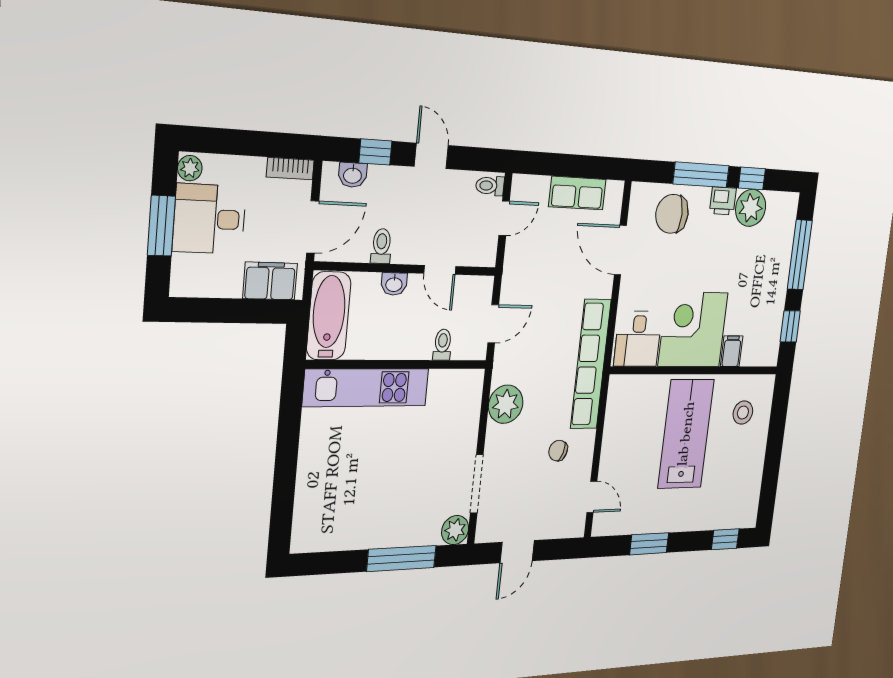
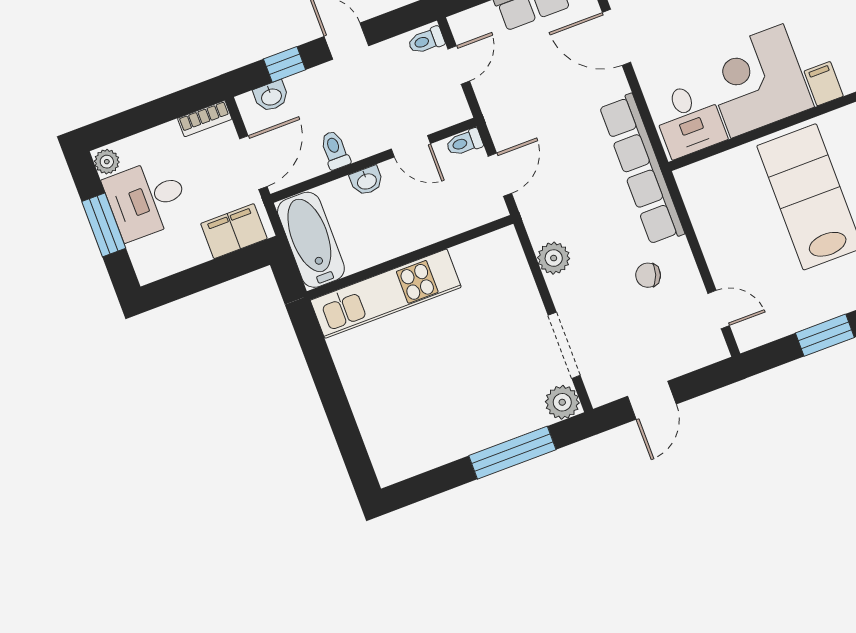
toilet: (443, 345) -> (464, 143), moved, turned -90
plant: (506, 404) -> (554, 258), width x0.73, depth x0.73

